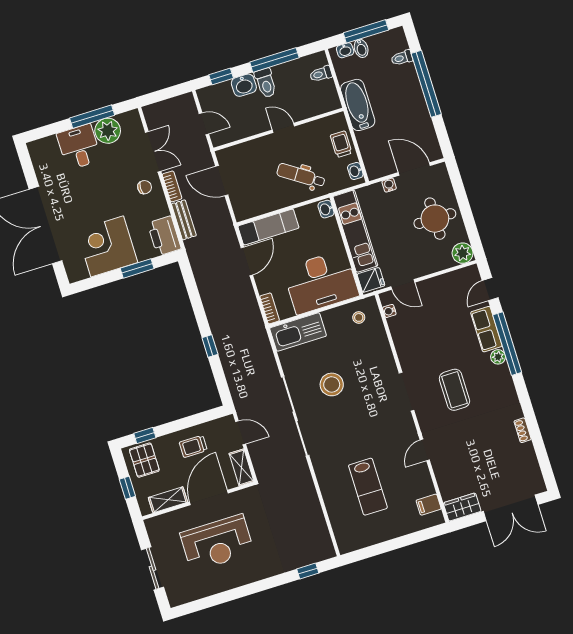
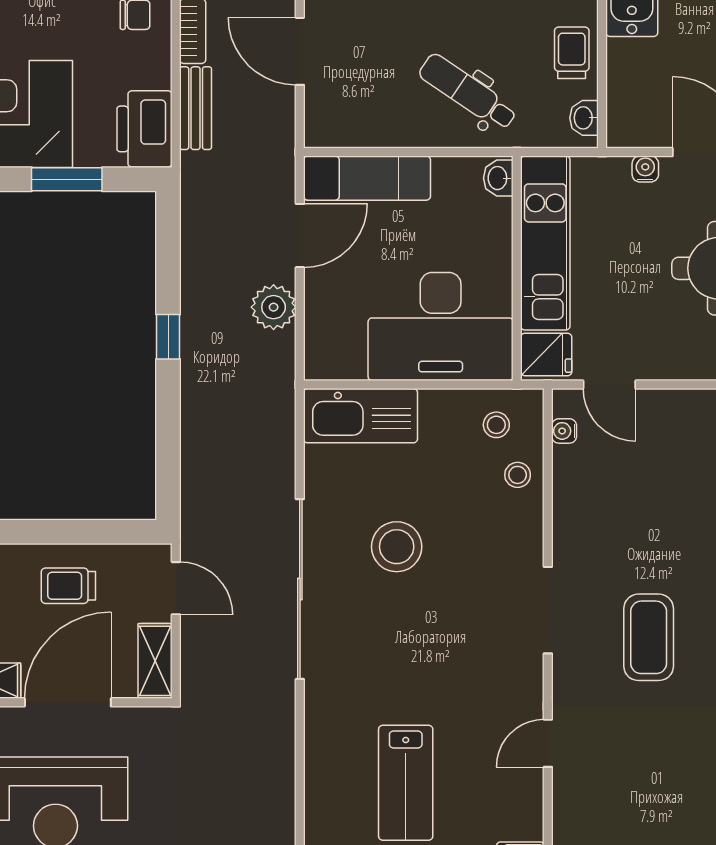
plant: (245, 296) -> (274, 307), added
bookcase: (270, 308) -> (317, 348), removed
stool: (375, 337) -> (518, 475), added
window: (210, 346) -> (168, 337), moved

